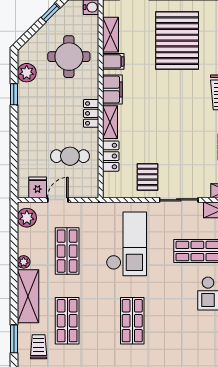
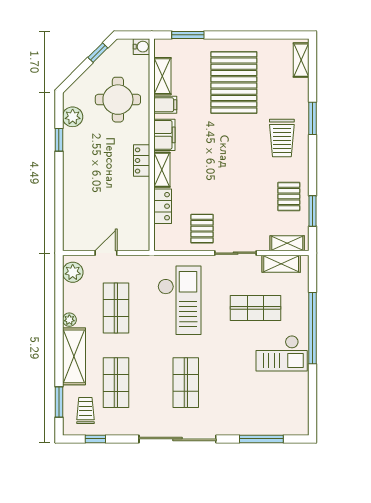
cafe table: (70, 156) -> (119, 206), removed
fridge: (38, 187) -> (84, 240), removed

